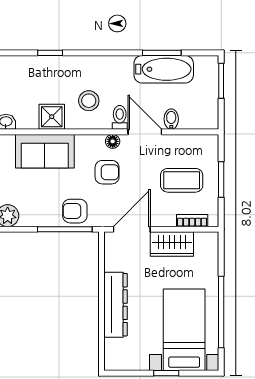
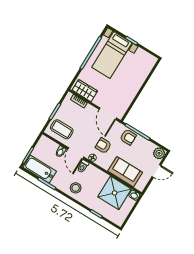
bathtub: (164, 69) -> (40, 169), moved
stool: (89, 101) -> (76, 188), moved
shower: (52, 117) -> (115, 193), width x1.86, depth x1.86
coffee table: (182, 180) -> (62, 129), moved
door: (132, 229) -> (108, 114), hinge flipped
wardrobe: (172, 244) -> (85, 91), moved
dresser: (116, 305) -> (135, 85), removed

